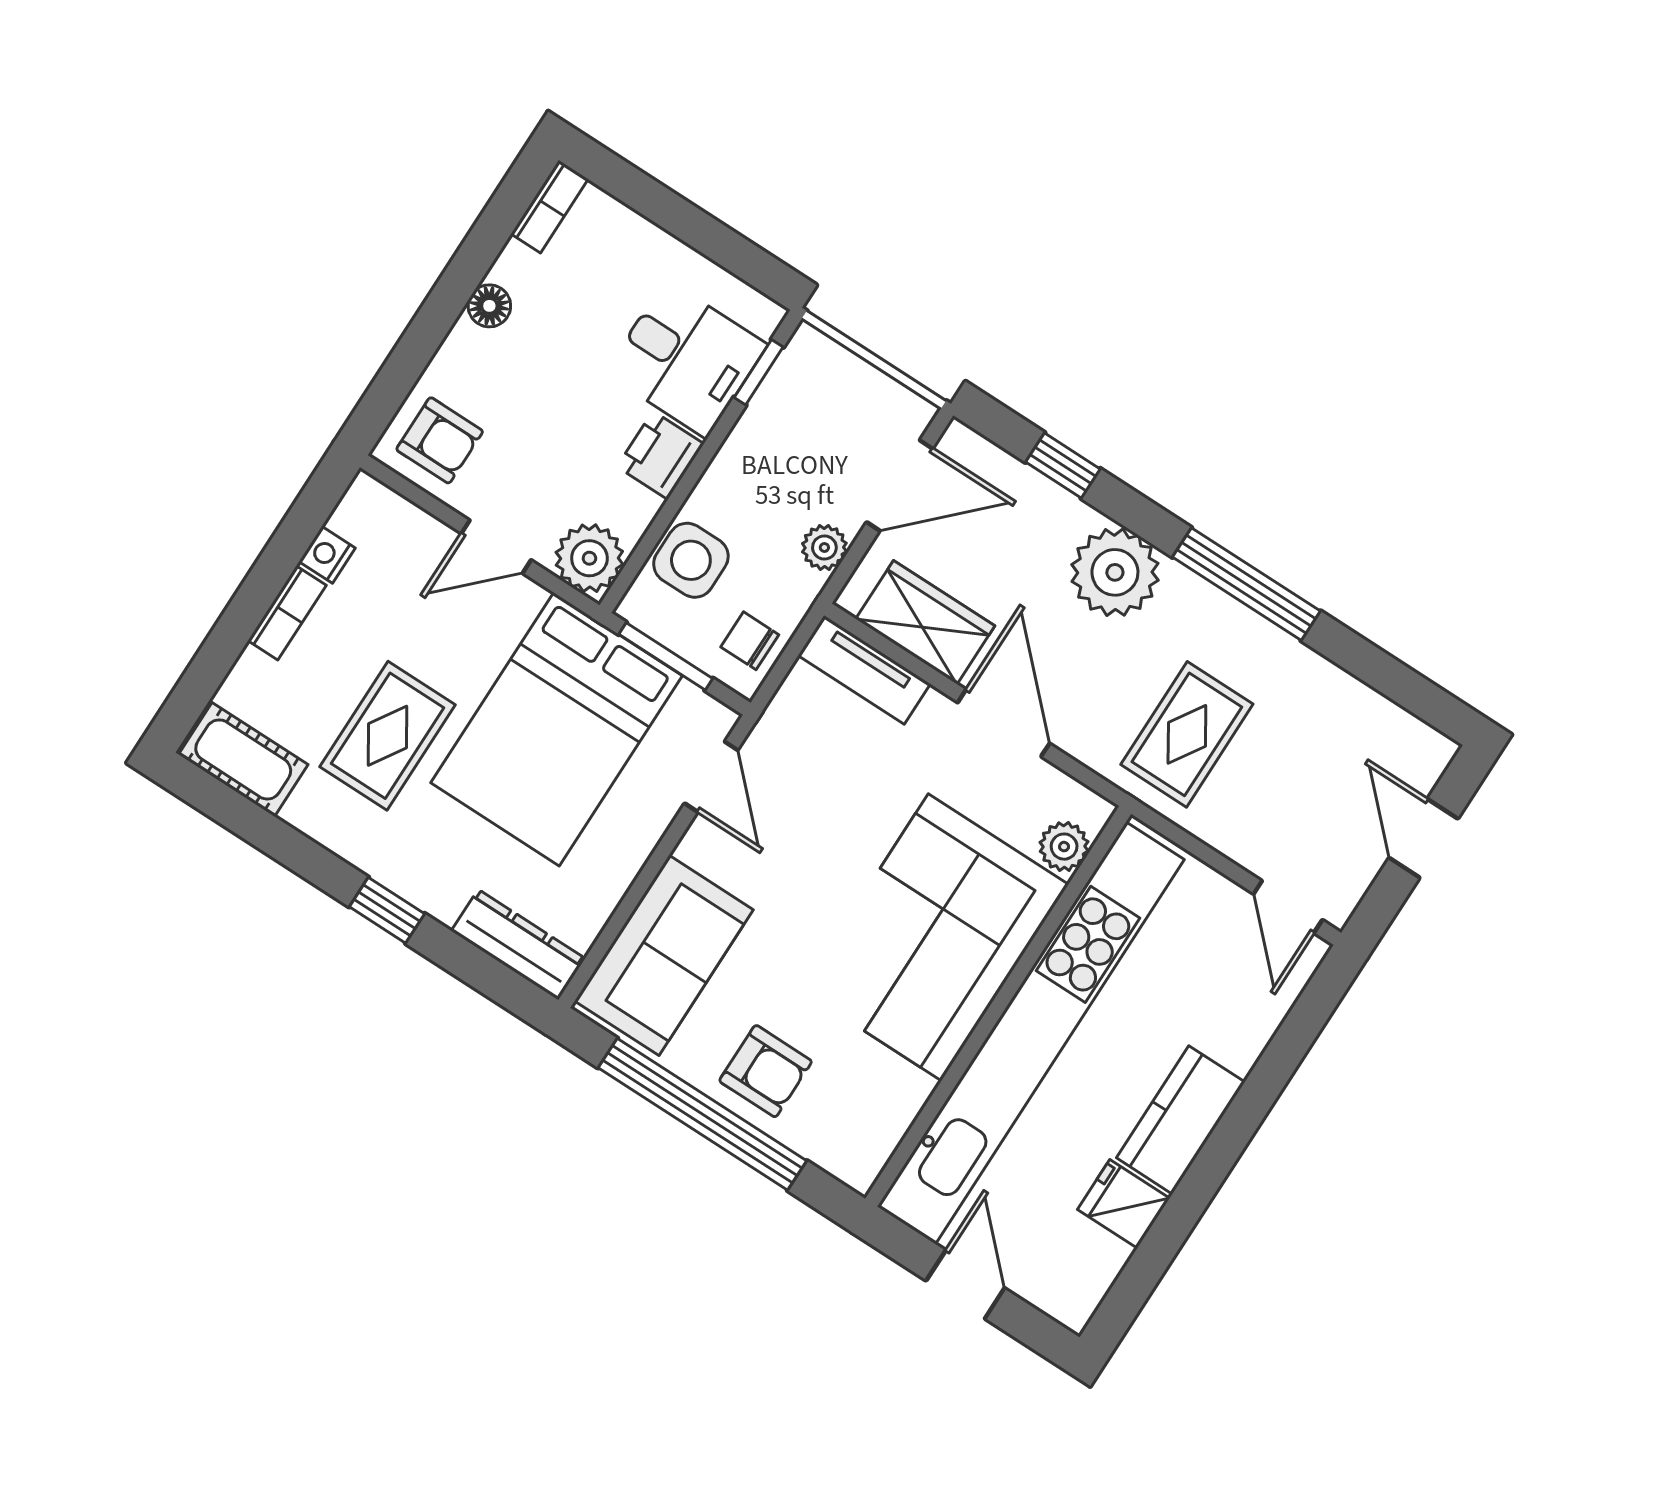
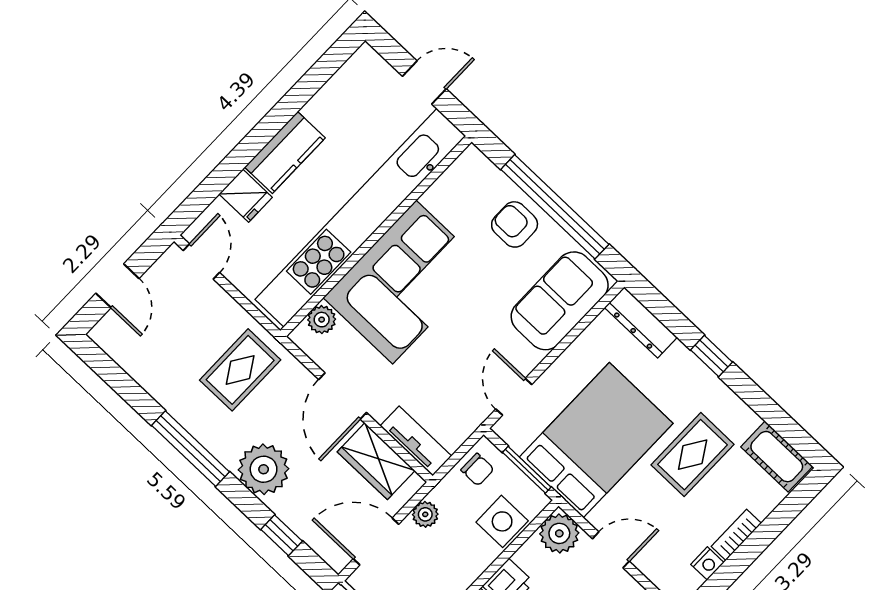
fridge: (1124, 1204) -> (246, 196), moved
door: (965, 1284) -> (424, 82), swing flipped

